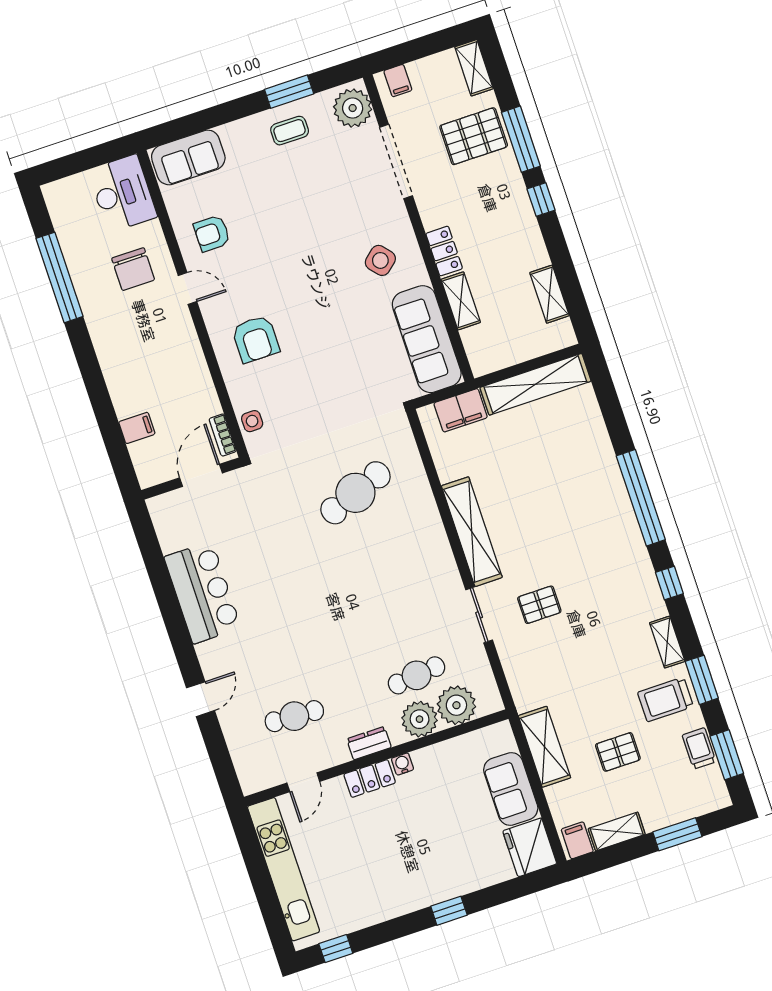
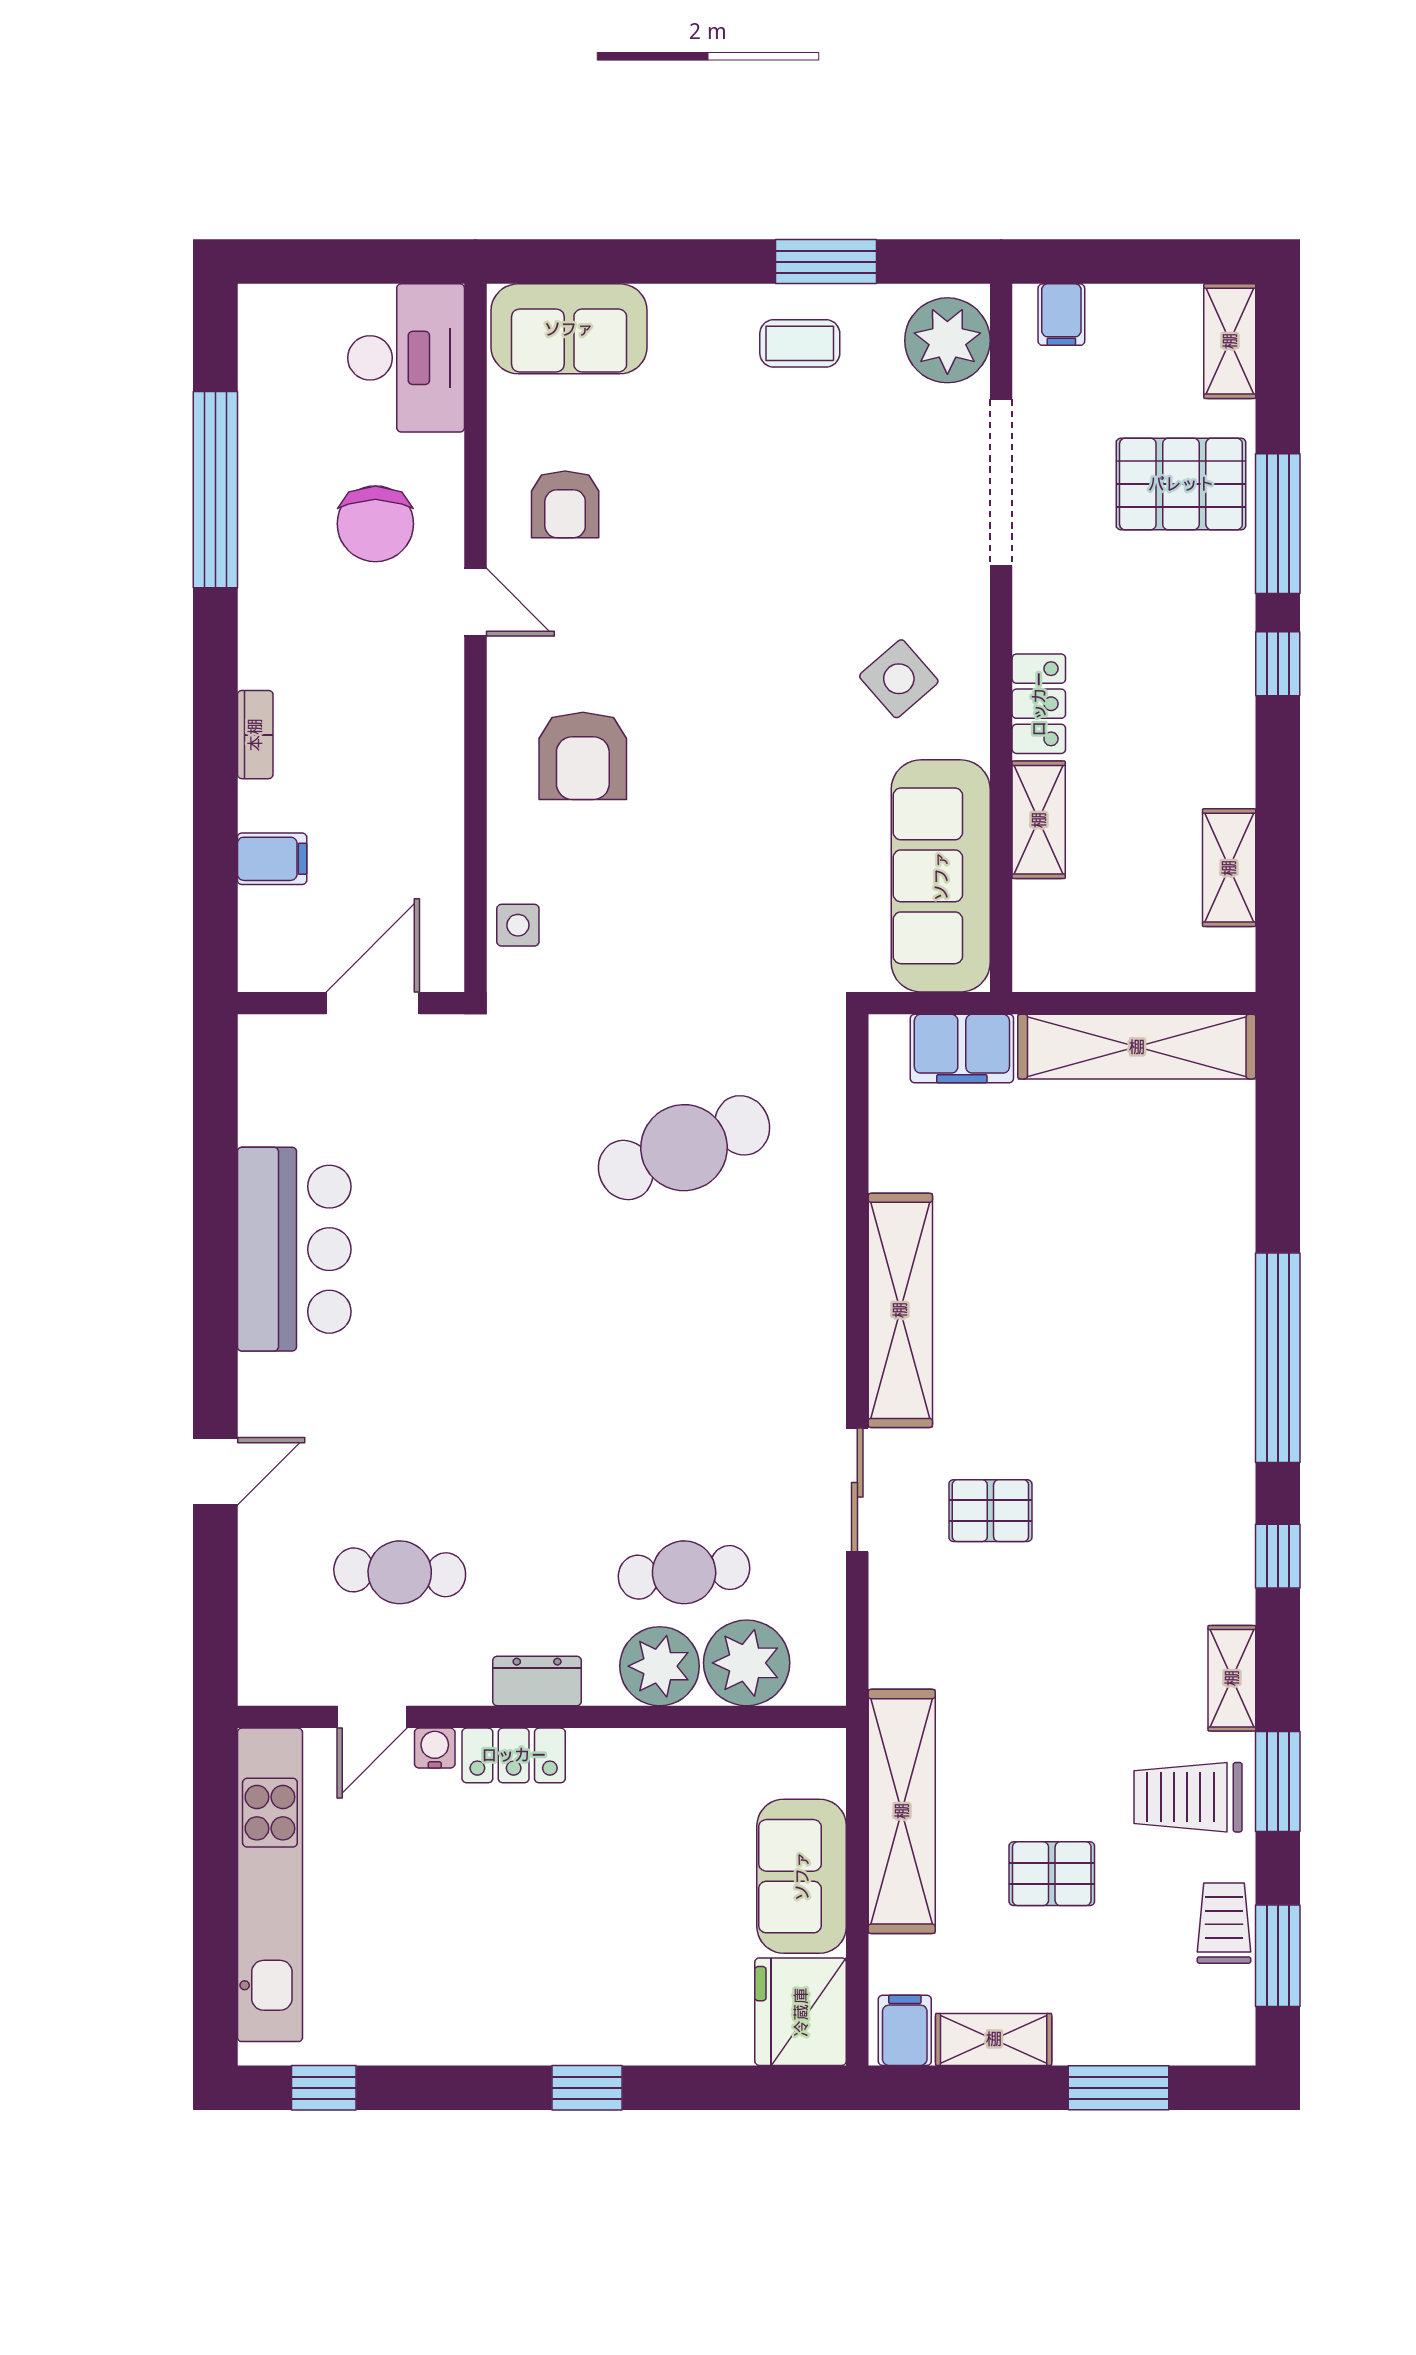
armchair: (212, 233) -> (565, 504), turned -90
bookcase: (223, 435) -> (255, 735), moved, turned 180
shelving: (544, 747) -> (902, 1811), width x1.47
water cooler: (402, 764) -> (435, 1748), moved

